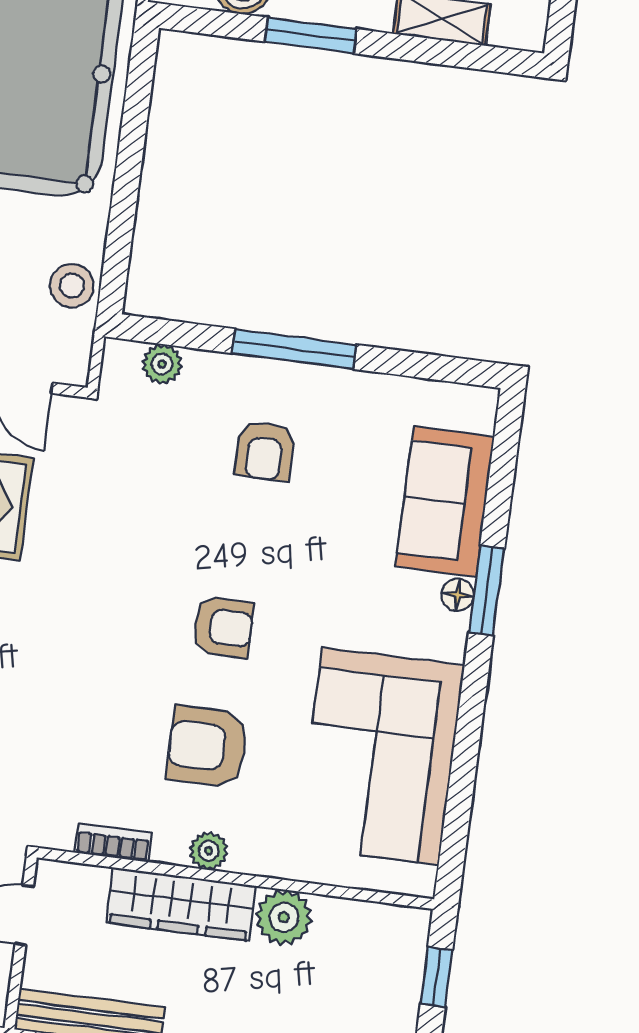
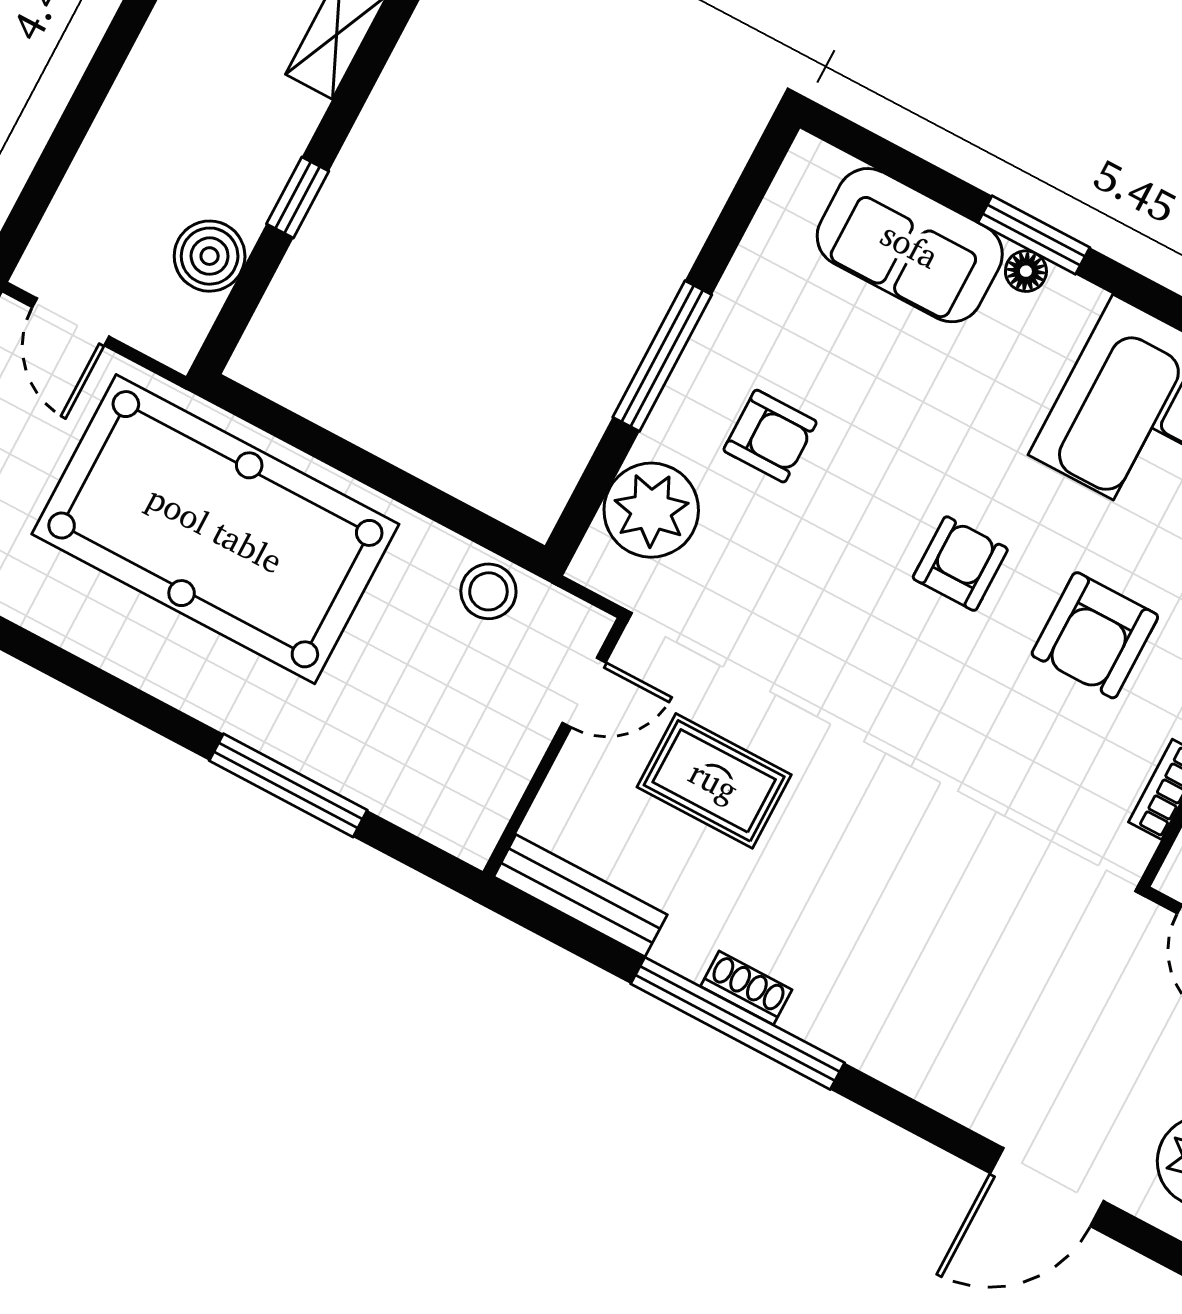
window: (311, 35) -> (298, 198), width x0.67
plant: (162, 364) -> (651, 510), width x1.88, depth x1.88

